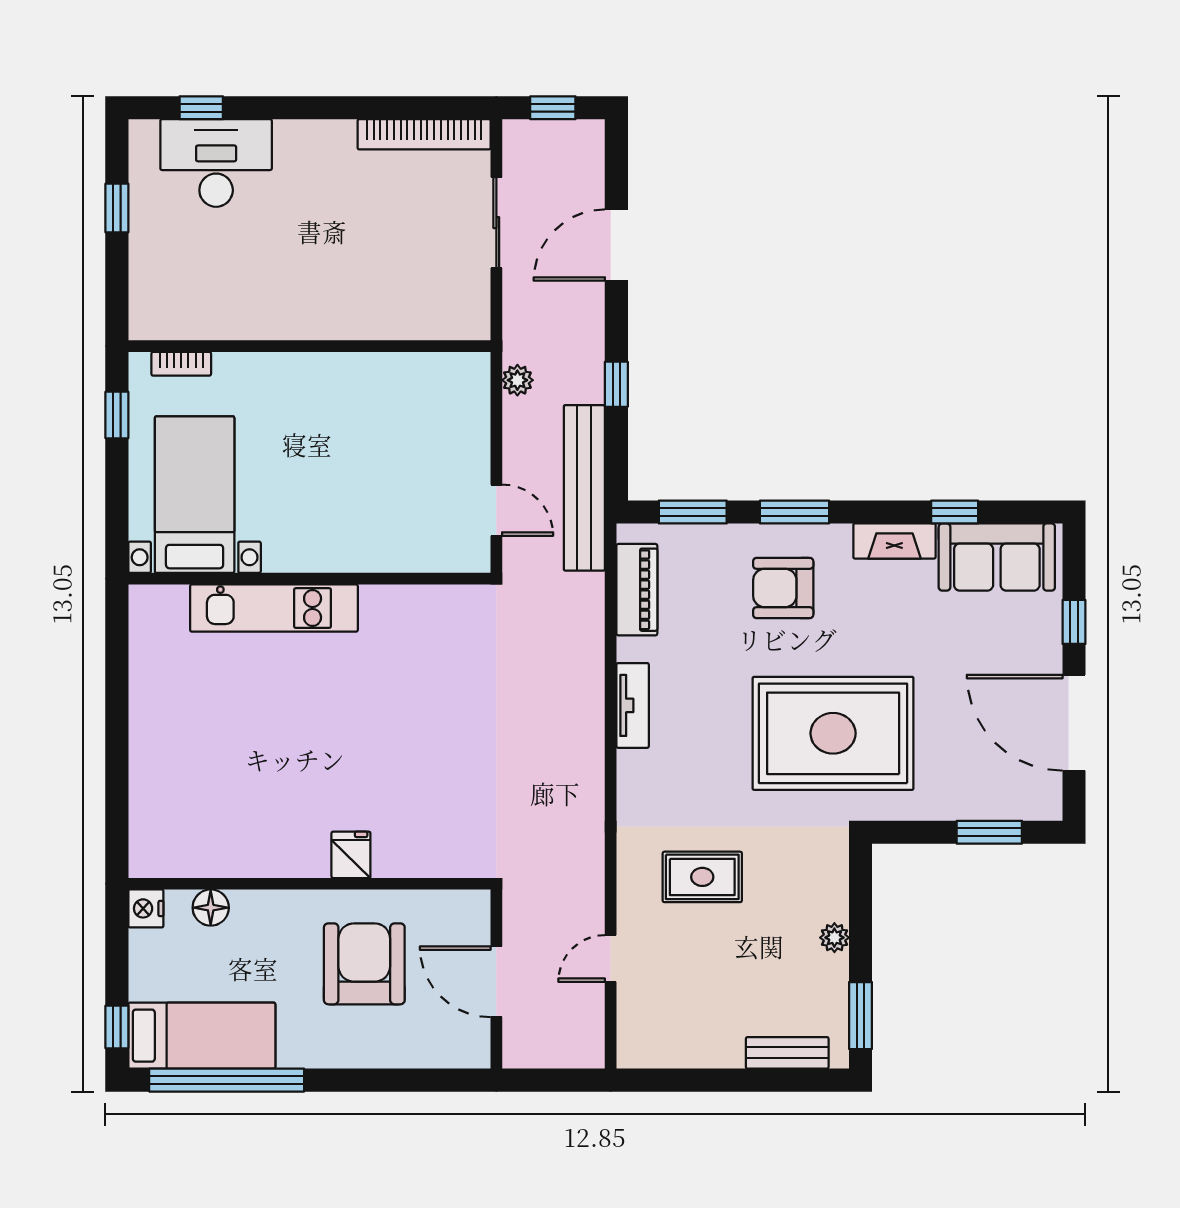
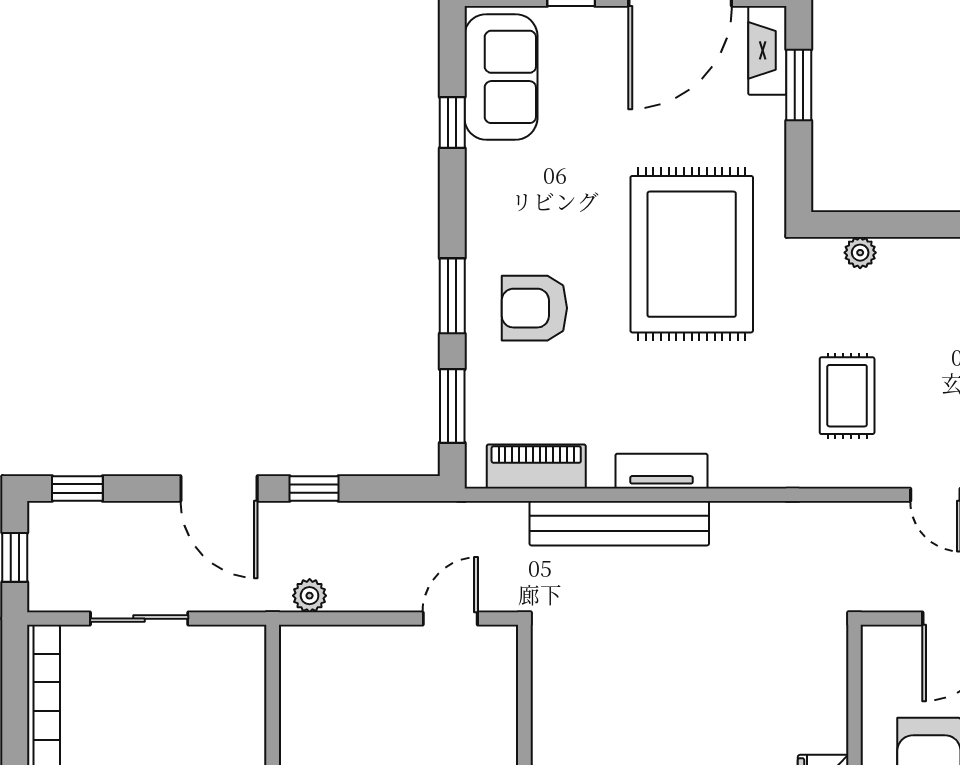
window: (616, 166) -> (77, 489), added
door: (616, 245) -> (219, 489), moved
bench: (584, 488) -> (619, 523), moved
fireplace: (894, 541) -> (767, 50), moved, turned 180
armchair: (783, 588) -> (534, 308), turned 90
plant: (834, 938) -> (860, 253), moved

